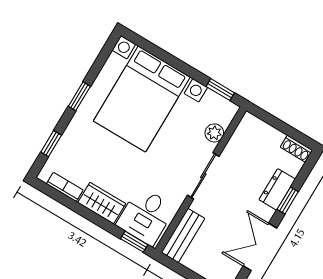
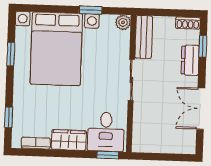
window: (220, 90) -> (90, 10), moved
window: (79, 96) -> (11, 54), moved
plant: (214, 133) -> (123, 22), moved
window: (288, 201) -> (203, 46), moved
bench: (183, 235) -> (144, 37), moved

